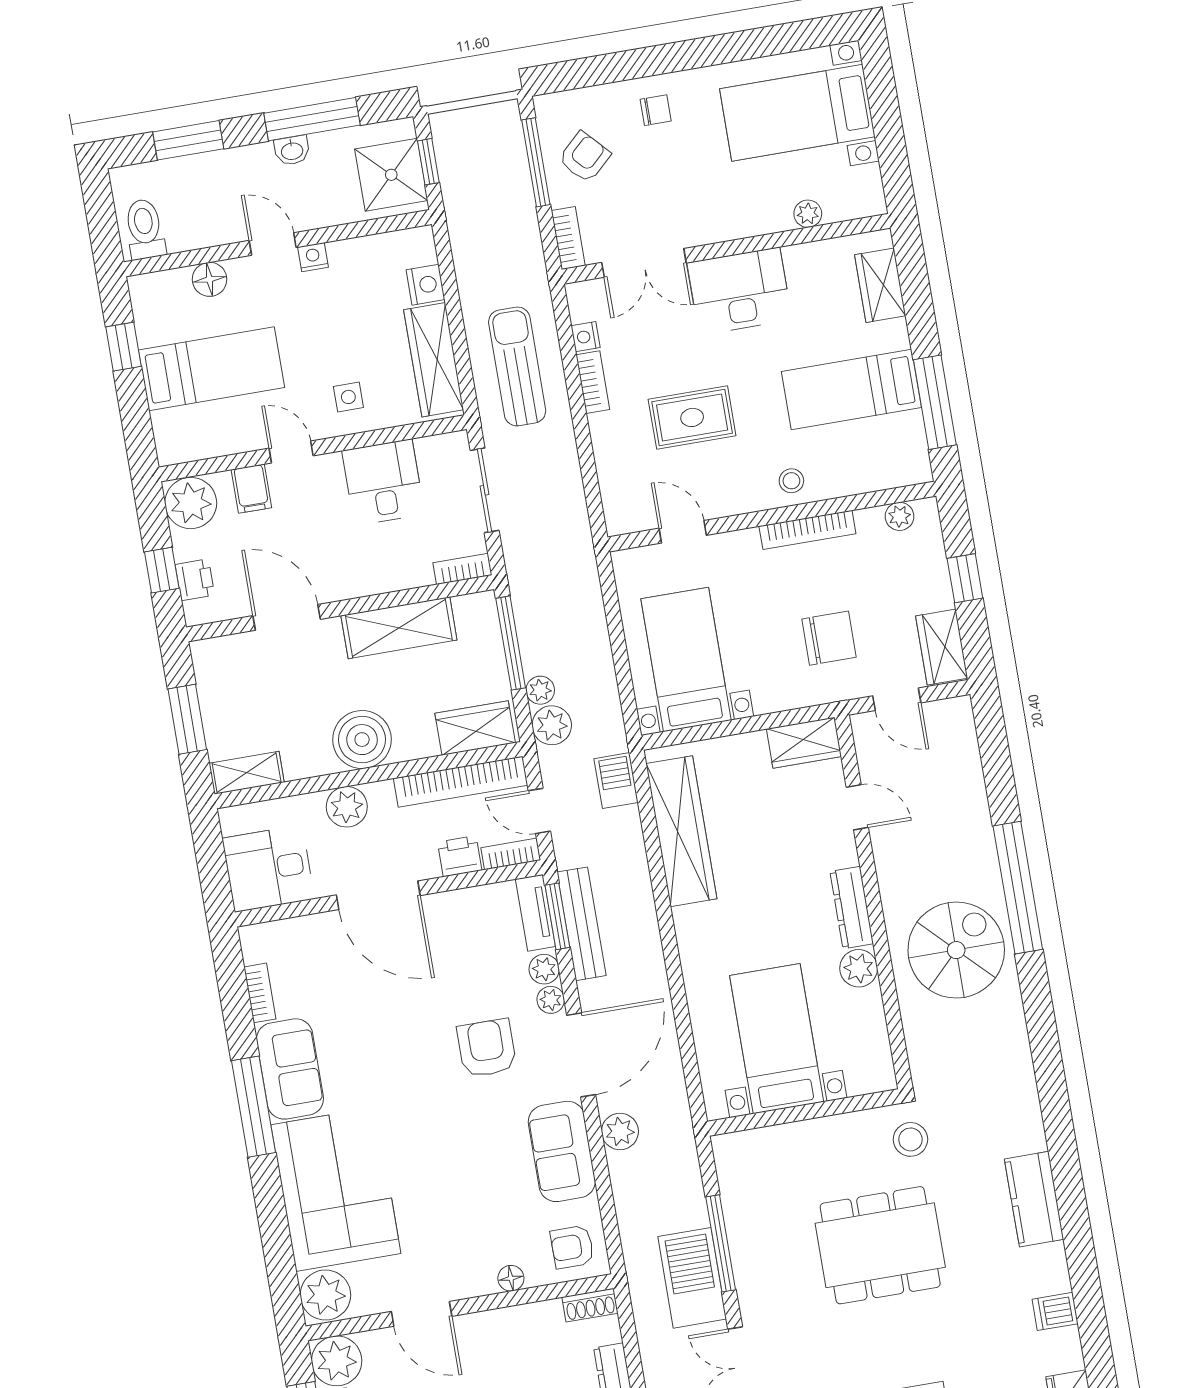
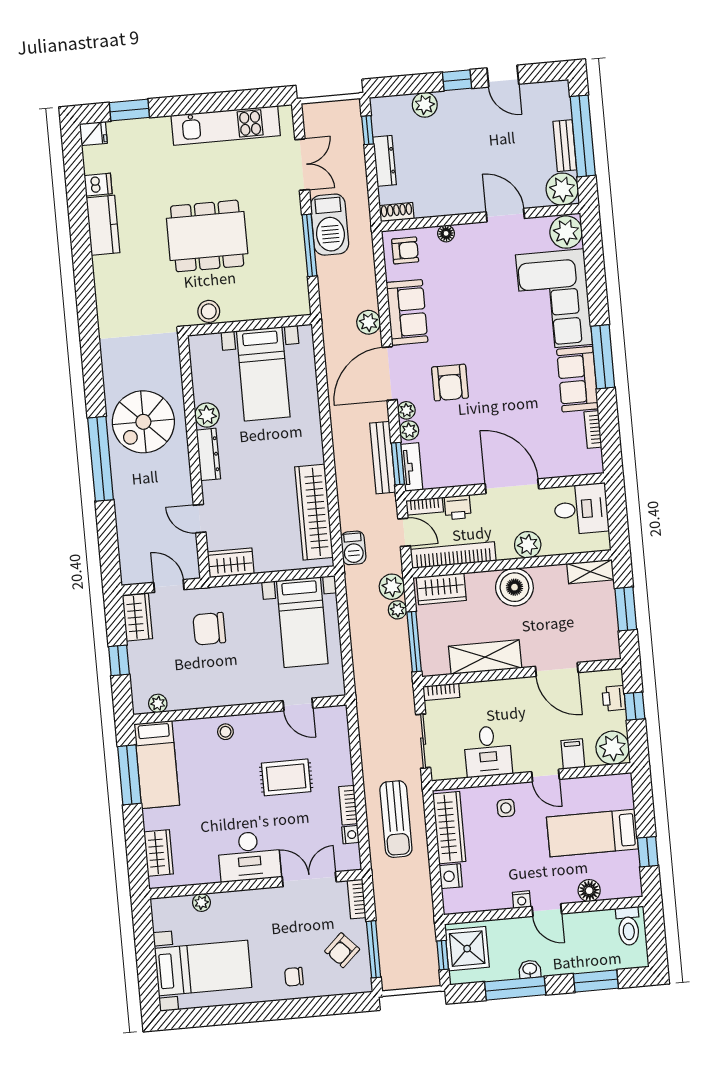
bed: (851, 389) -> (157, 765), moved, turned 90
bookcase: (807, 530) -> (218, 699), removed
stool: (910, 1139) -> (209, 311), moved
kitchen counter: (1034, 1199) -> (103, 225), moved

